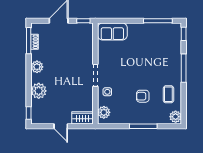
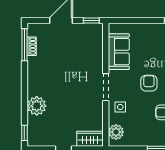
sofa: (112, 32) -> (119, 52), moved, turned -90
plant: (37, 67) -> (35, 77), removed
armchair: (131, 72) -> (149, 83), added

